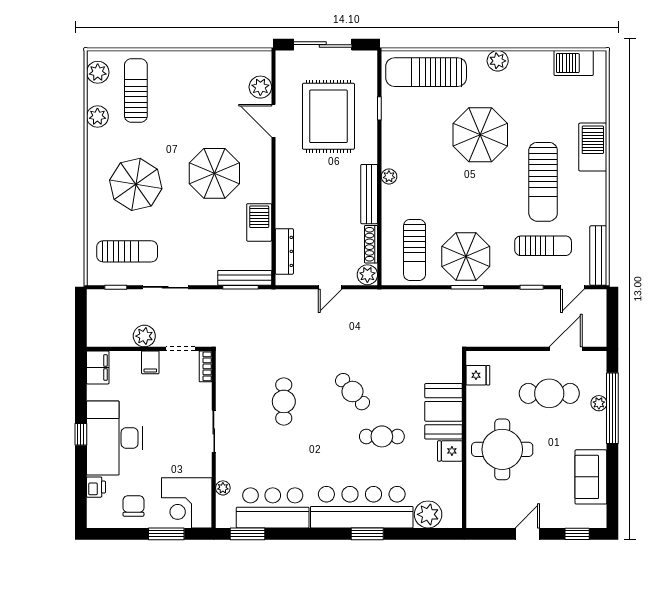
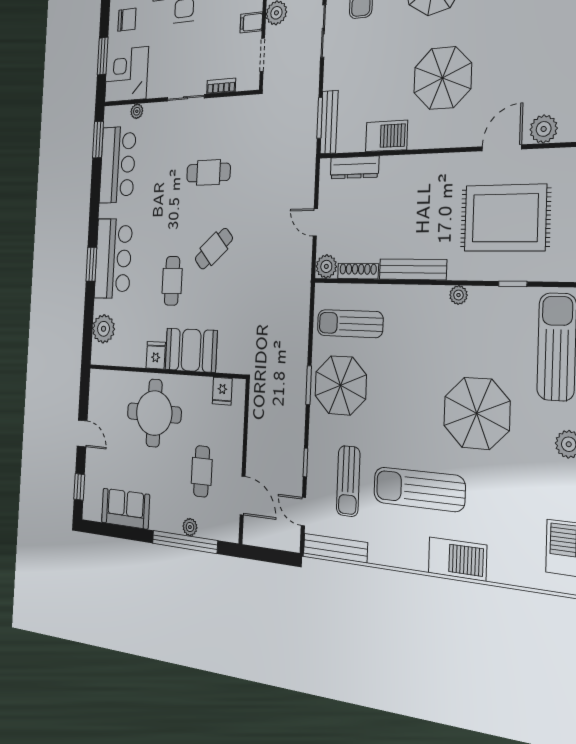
plant: (389, 176) -> (459, 295), moved
bookcase: (206, 366) -> (221, 86), moved
cafe table: (549, 393) -> (202, 471), width x0.73, depth x0.74
bar counter: (362, 507) -> (113, 258), width x0.73

